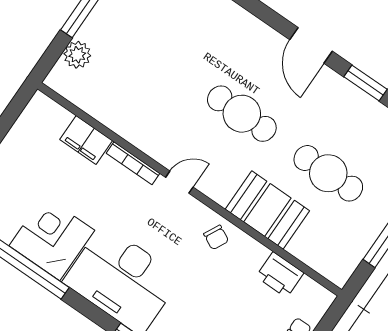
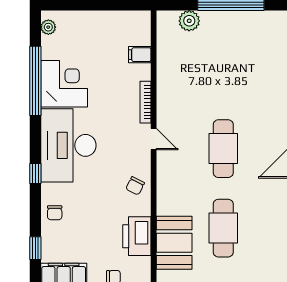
filing cabinet: (86, 140) -> (140, 55), width x0.50
booth: (267, 210) -> (174, 243), moved
printer: (280, 275) -> (137, 236), width x1.37, depth x1.19

